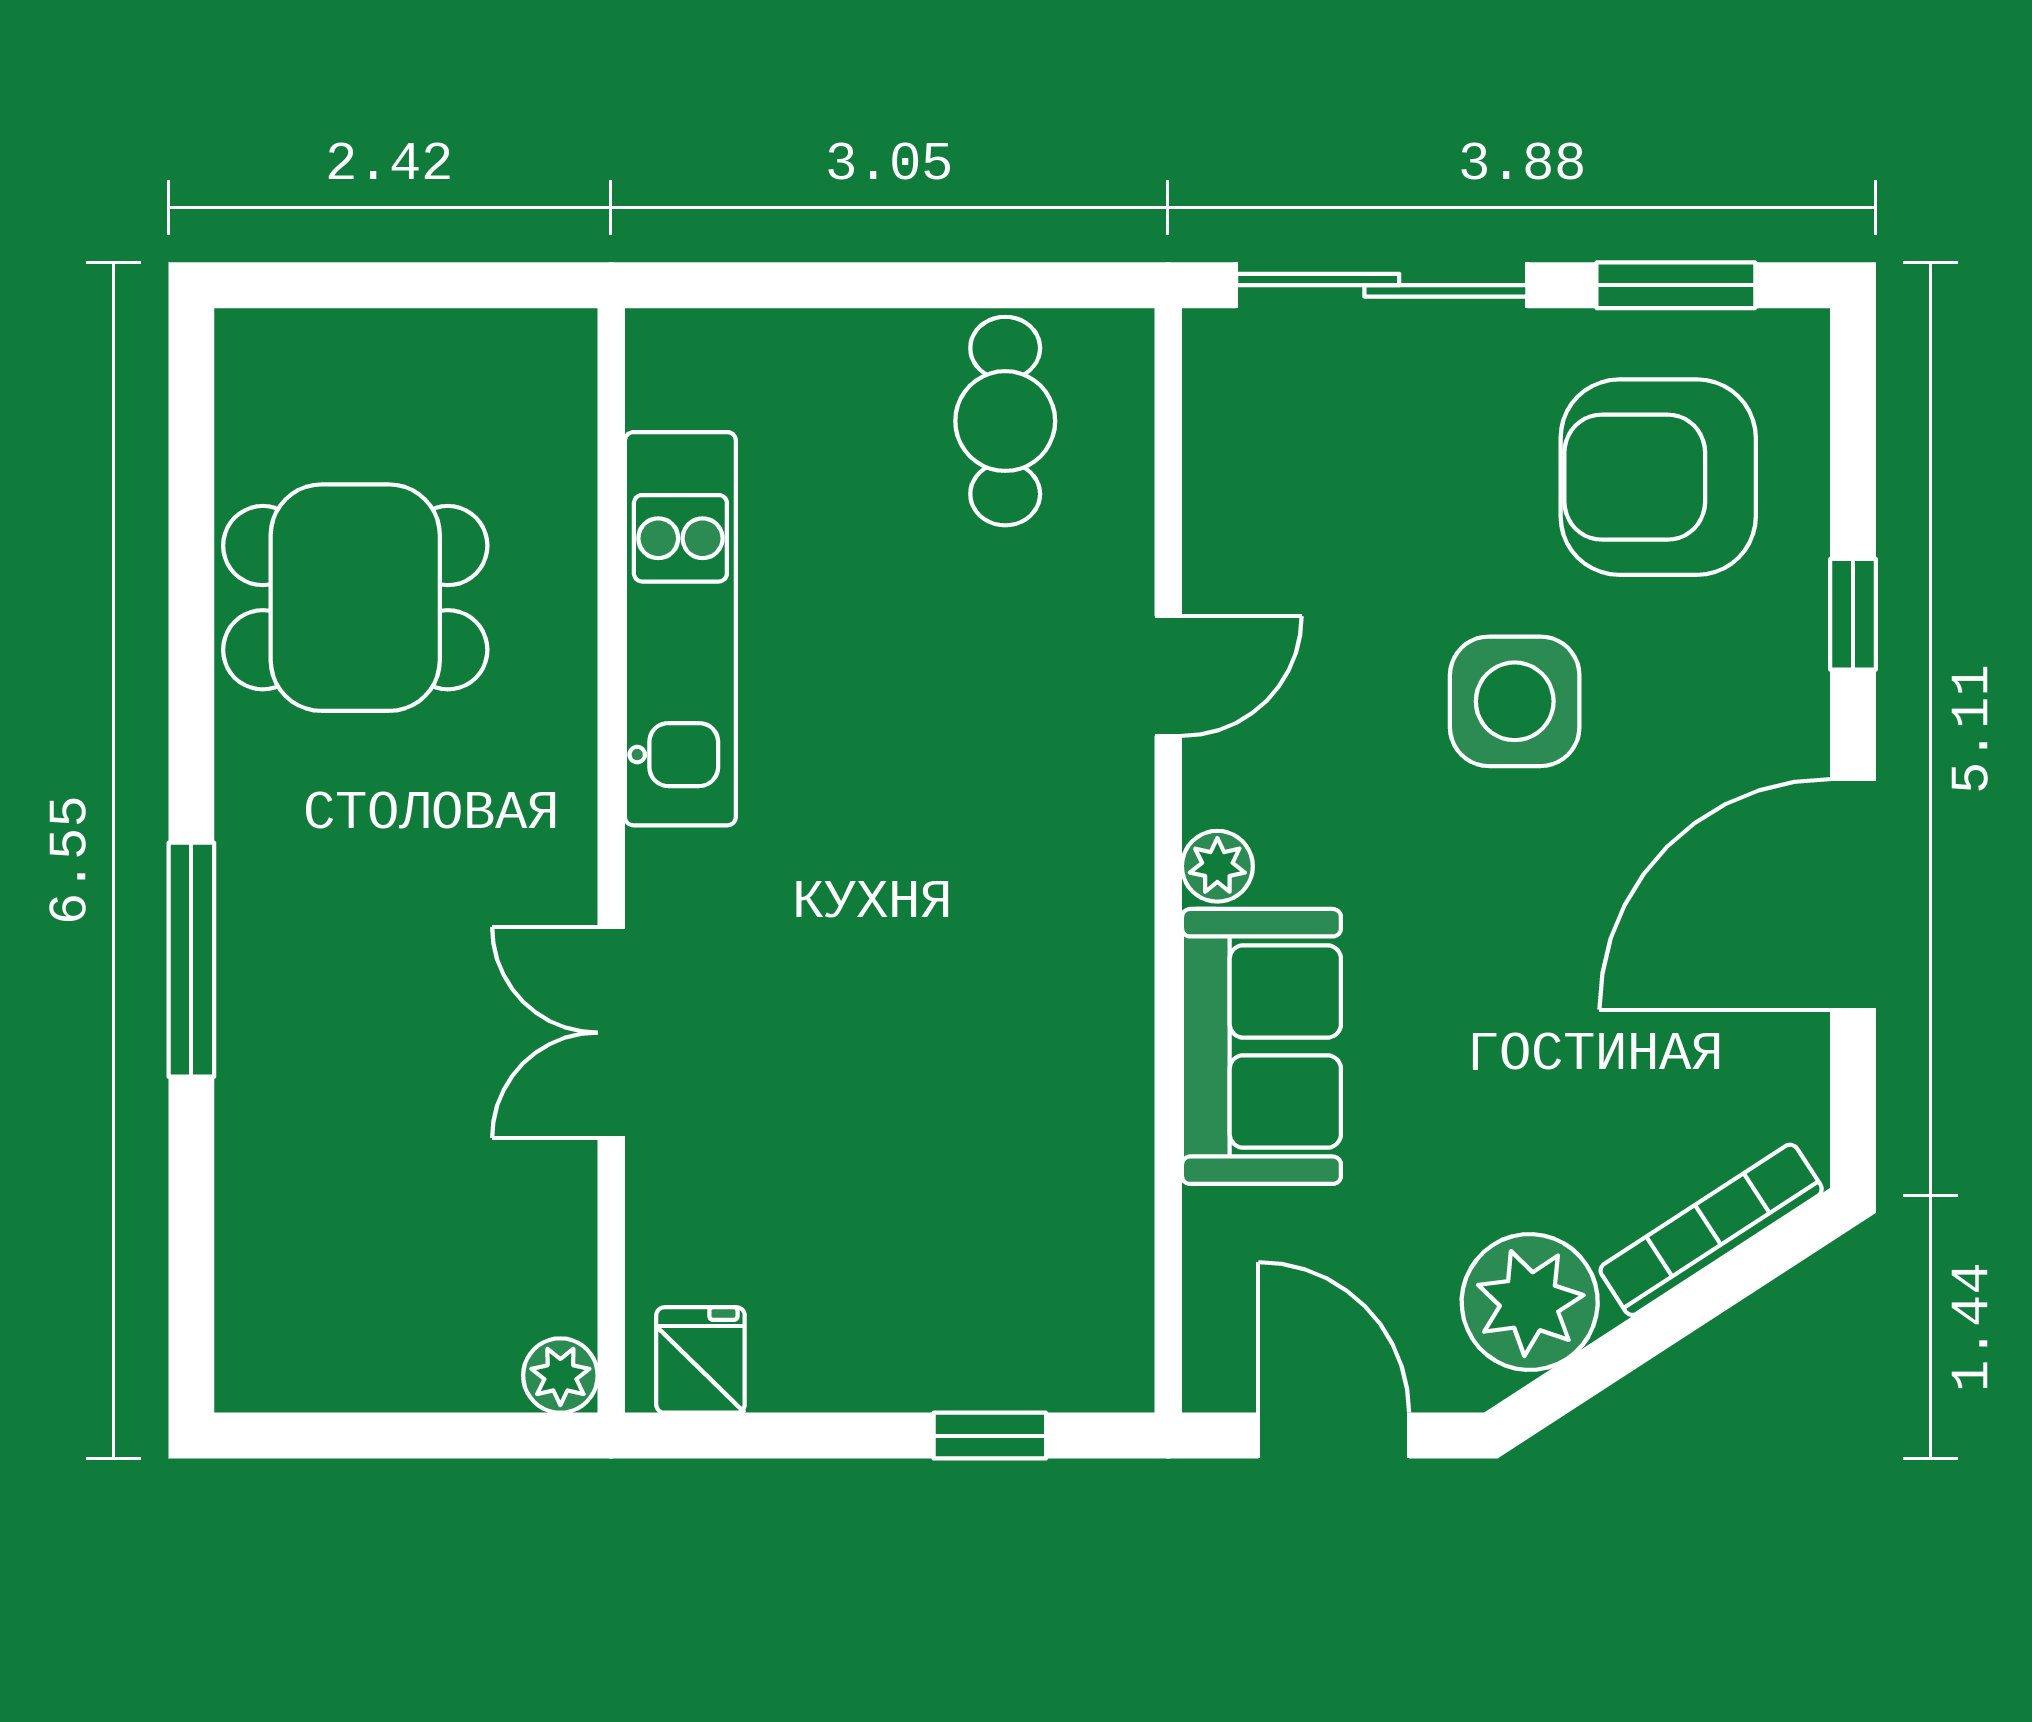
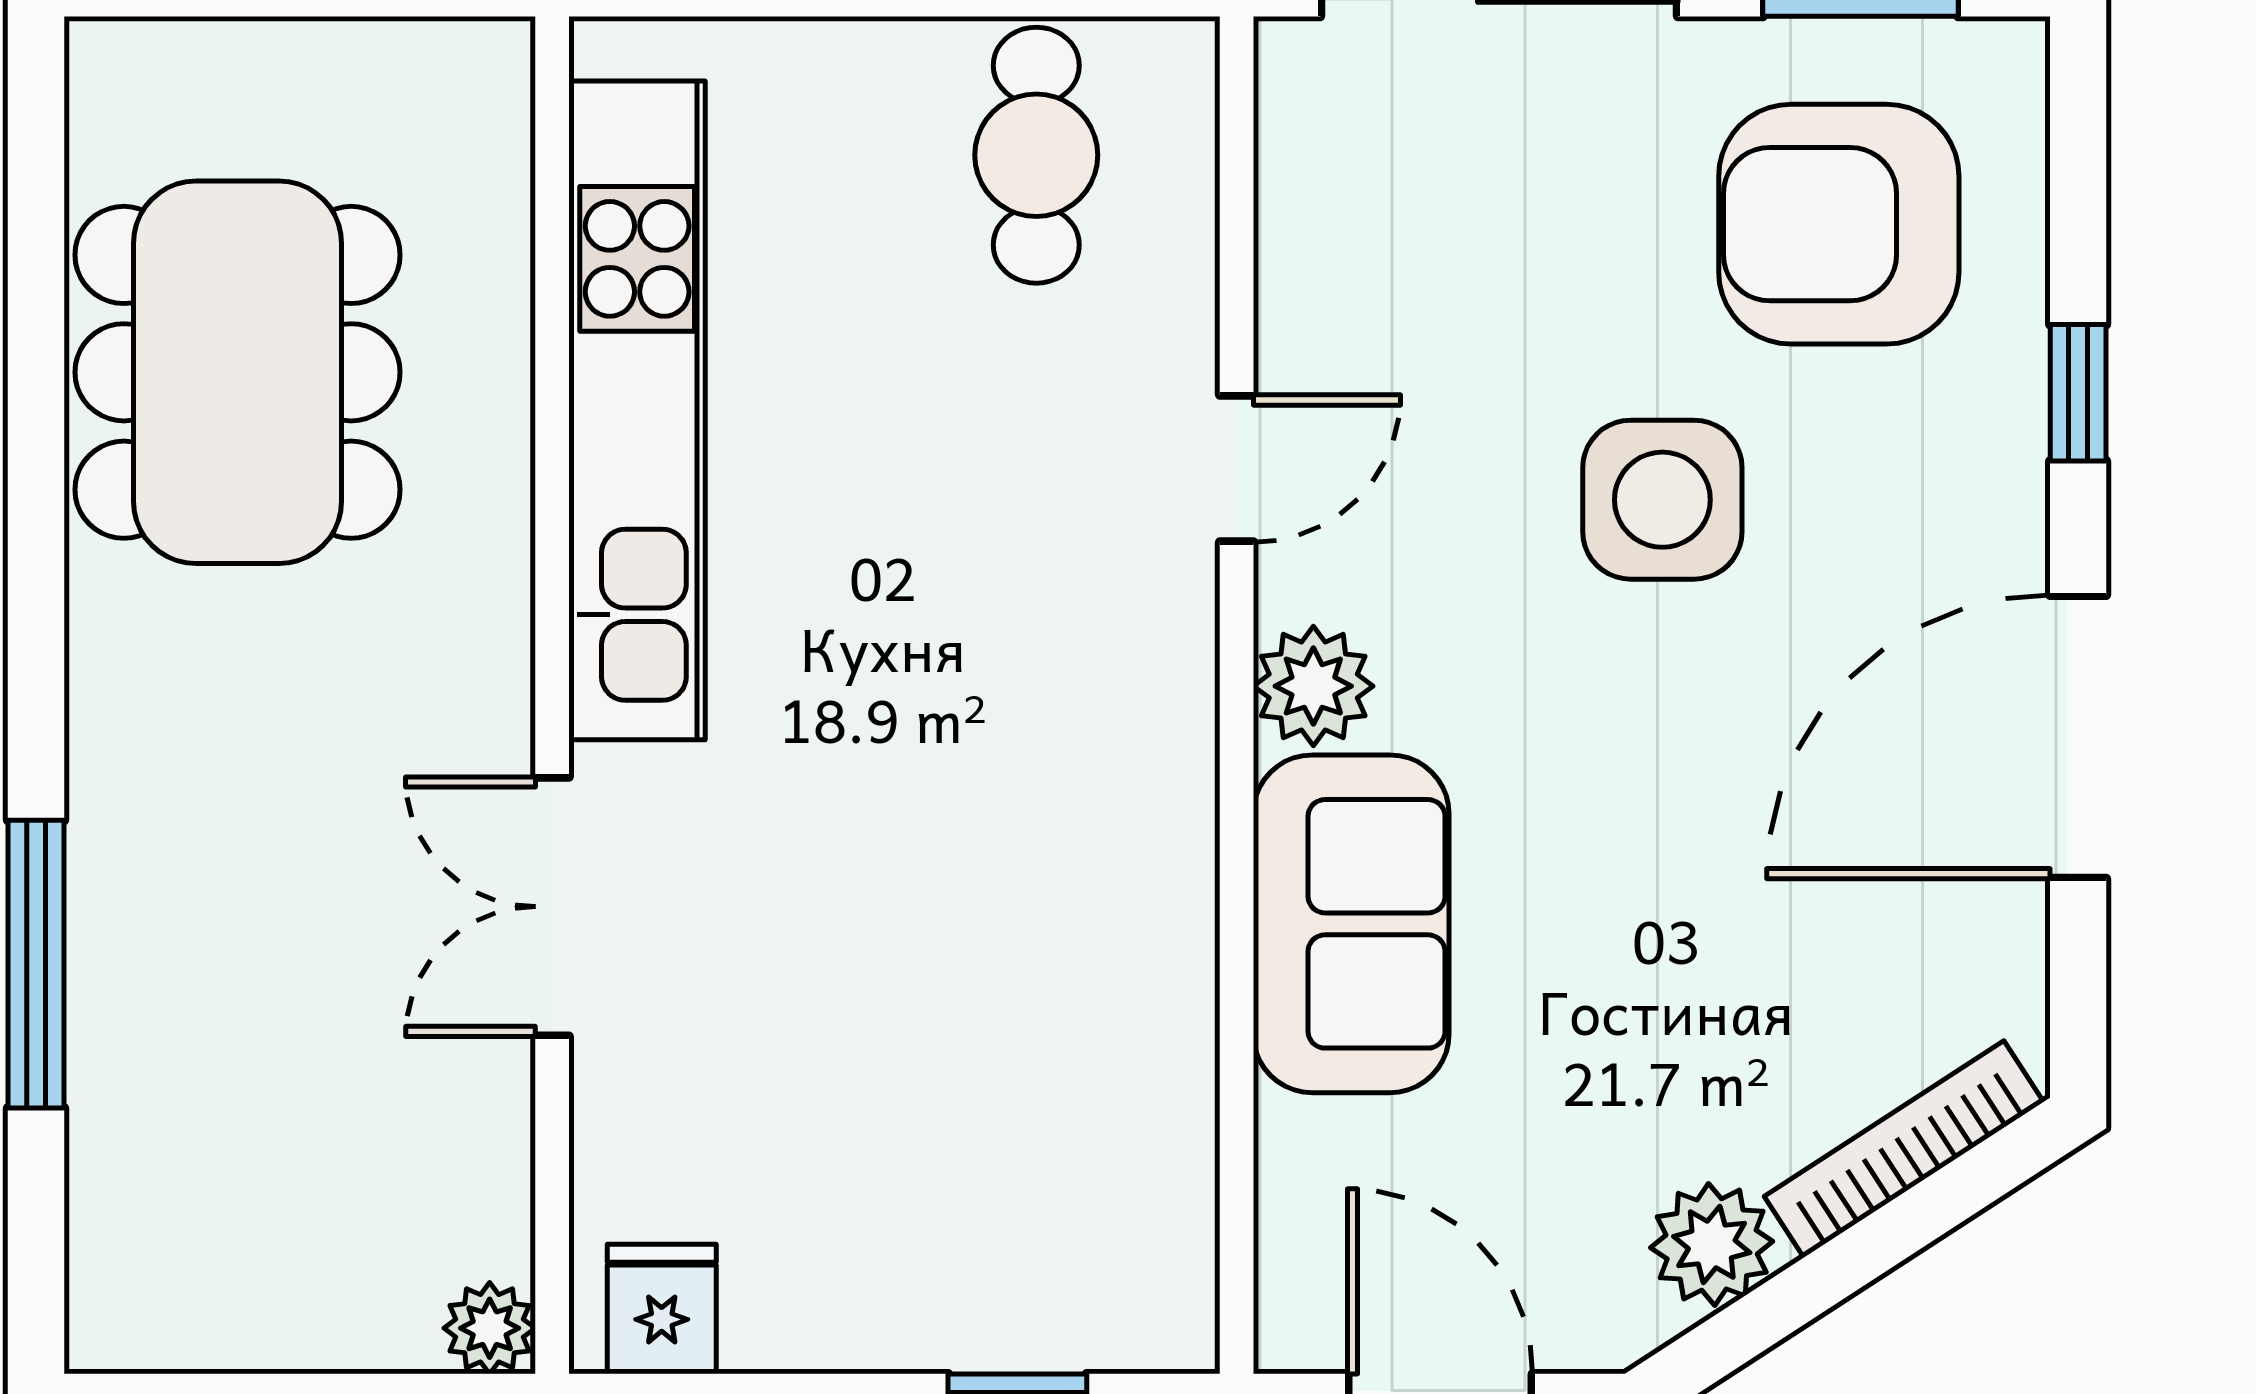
dining table: (355, 598) -> (238, 372), width x1.38
kitchen unit: (680, 629) -> (637, 410), width x1.36
plant: (1217, 866) -> (1313, 686), width x1.38, depth x1.38
window: (191, 960) -> (36, 964), moved
plant: (1530, 1302) -> (1712, 1245), width x0.73, depth x0.73

